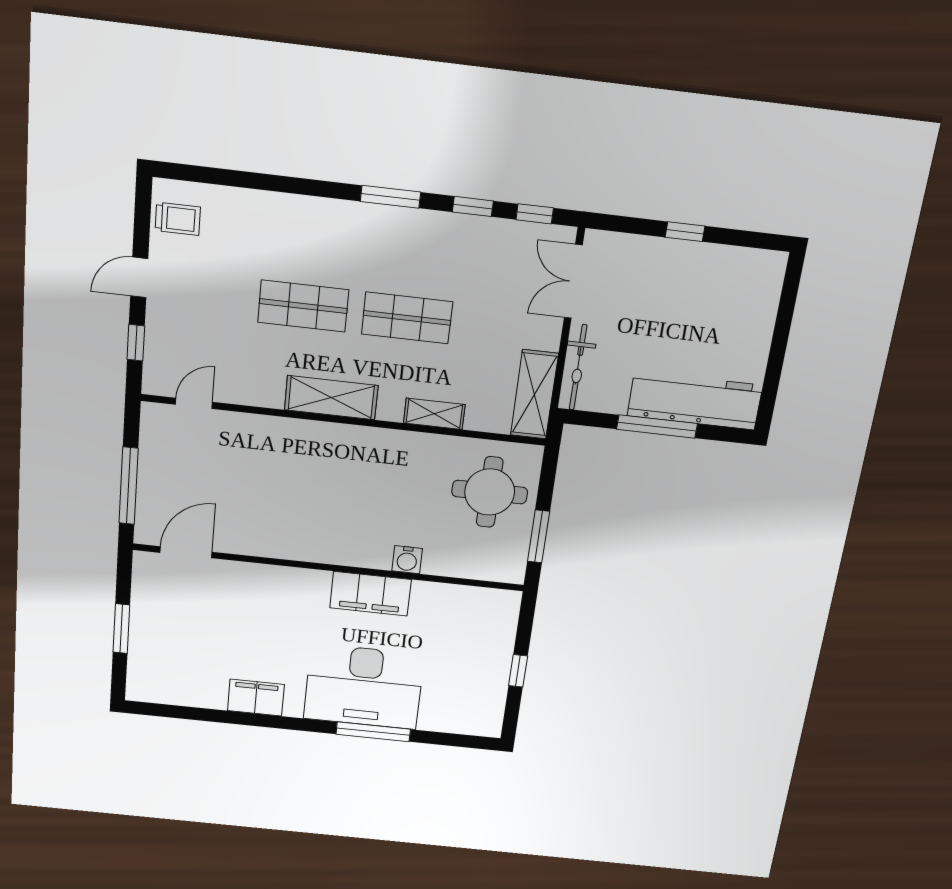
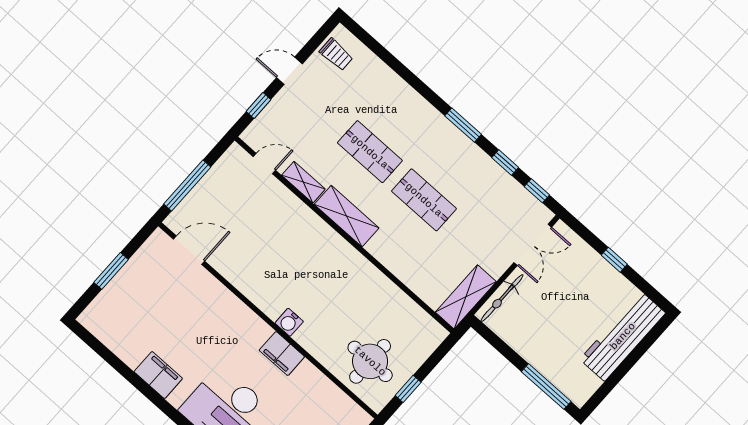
double door: (573, 282) -> (533, 245), swing flipped
workbench: (695, 400) -> (623, 336), moved, turned -90
shelving: (434, 414) -> (303, 182), moved
window: (657, 426) -> (546, 386), moved
round table: (490, 492) -> (370, 361), moved
window: (538, 536) -> (408, 389), width x0.67
water cooler: (407, 560) -> (289, 322), moved
filing cabinet: (370, 594) -> (282, 354), width x0.67, depth x0.86

